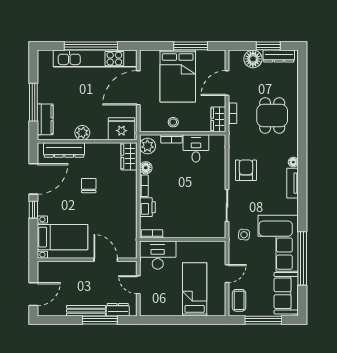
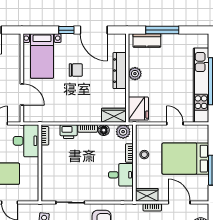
door: (138, 88) -> (175, 123), width x0.53
dresser: (64, 150) -> (120, 71), moved
chair: (89, 186) -> (76, 70), moved
door: (106, 260) -> (22, 94), hinge flipped

